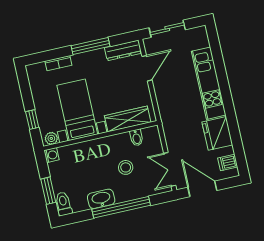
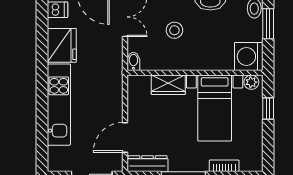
wardrobe: (128, 119) -> (168, 85), width x0.67
bidet: (136, 138) -> (133, 61), moved
washing machine: (52, 155) -> (249, 56), width x1.89, depth x1.89

